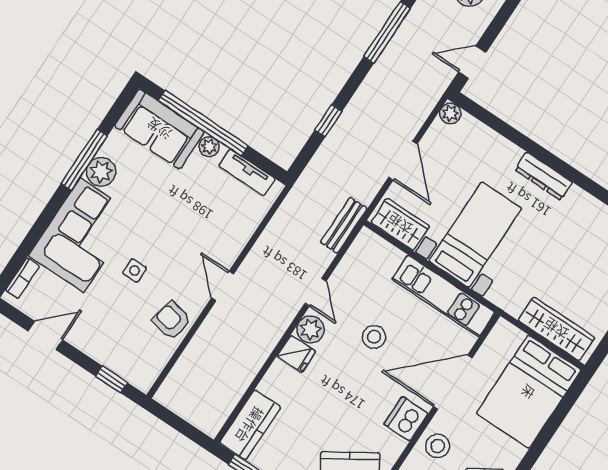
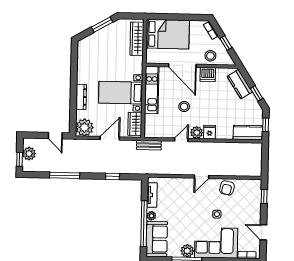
plant: (450, 113) -> (84, 127), width x1.88, depth x1.88
dresser: (544, 176) -> (81, 97), moved

